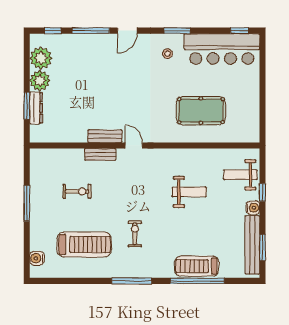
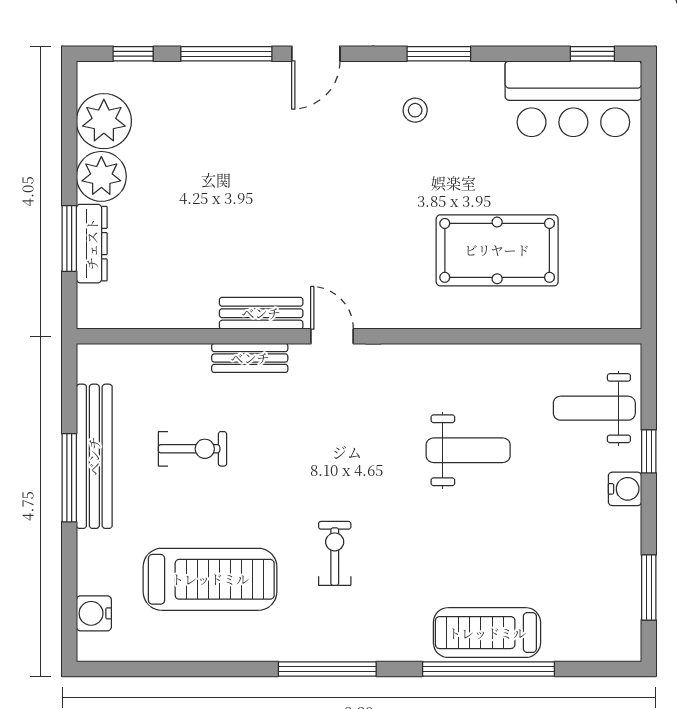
bar counter: (222, 49) -> (573, 99), width x0.73
bench: (252, 245) -> (94, 456), moved

